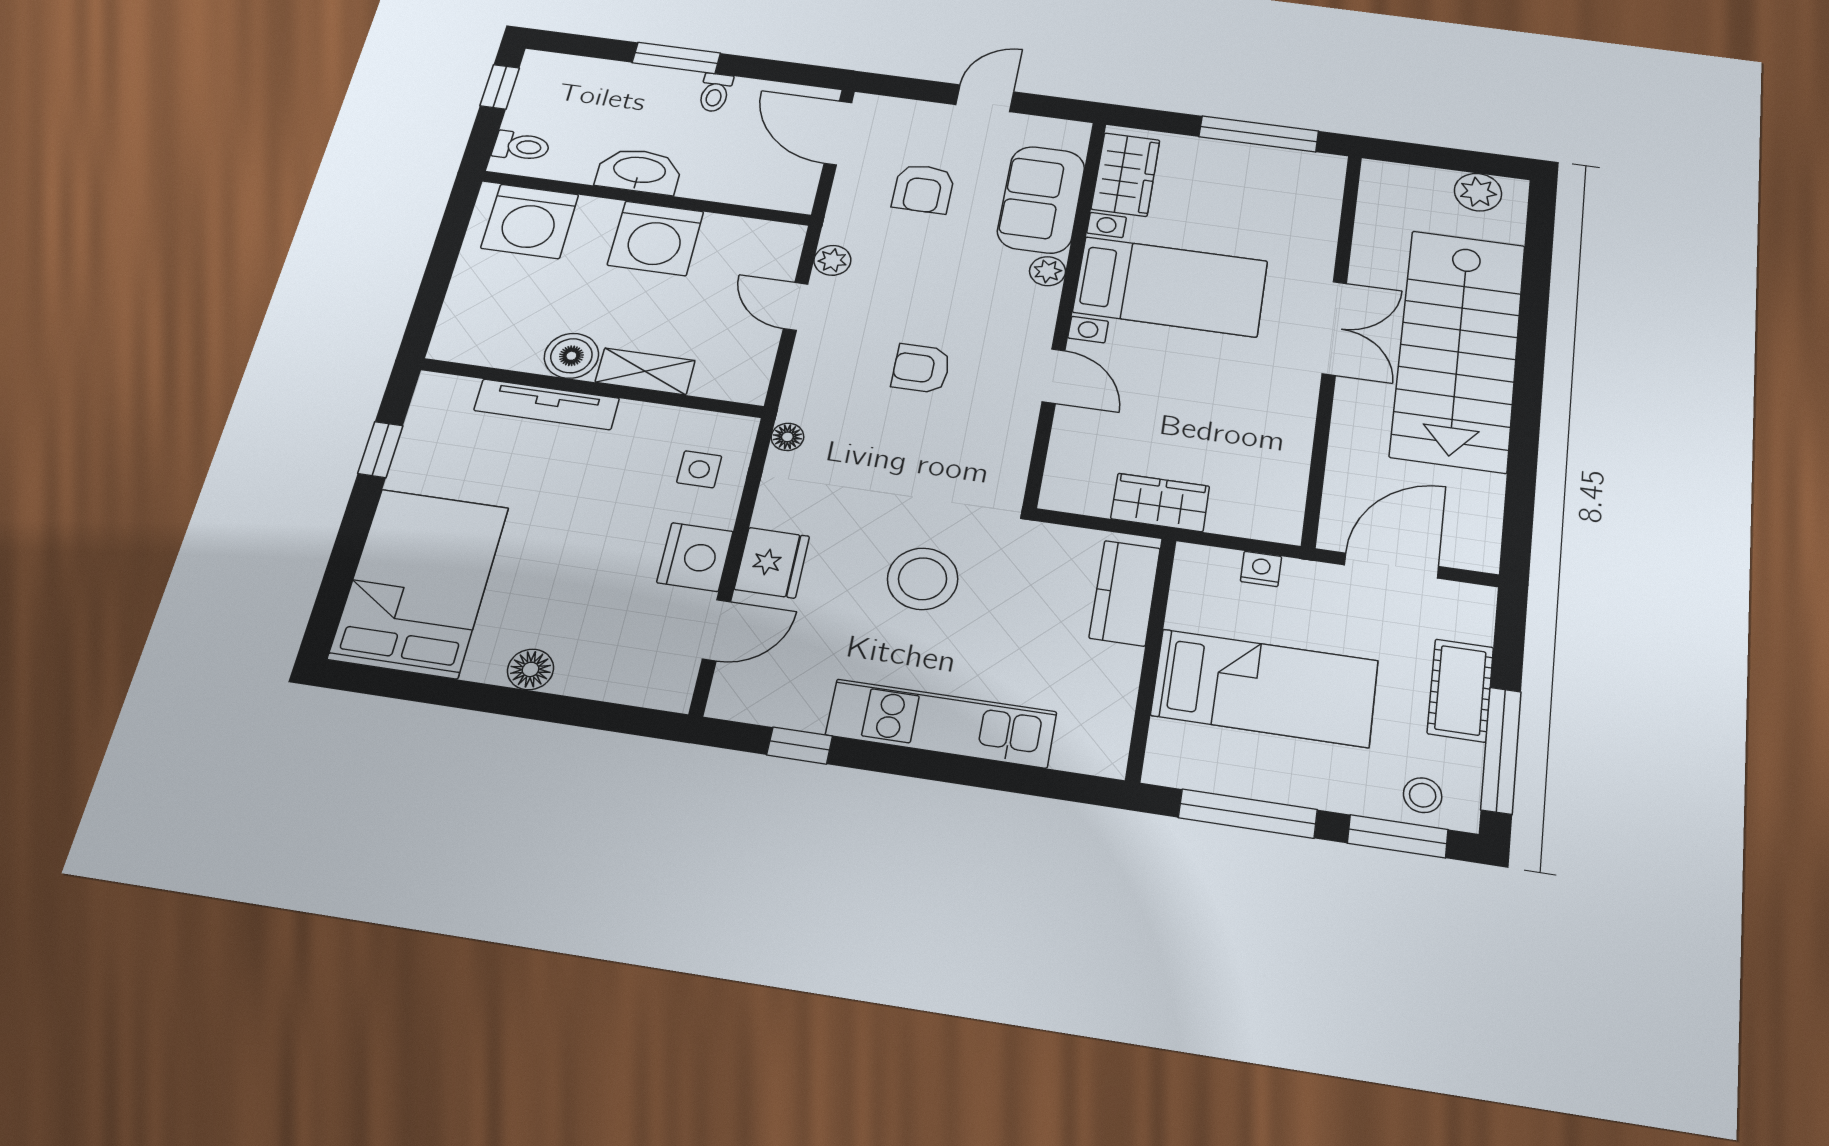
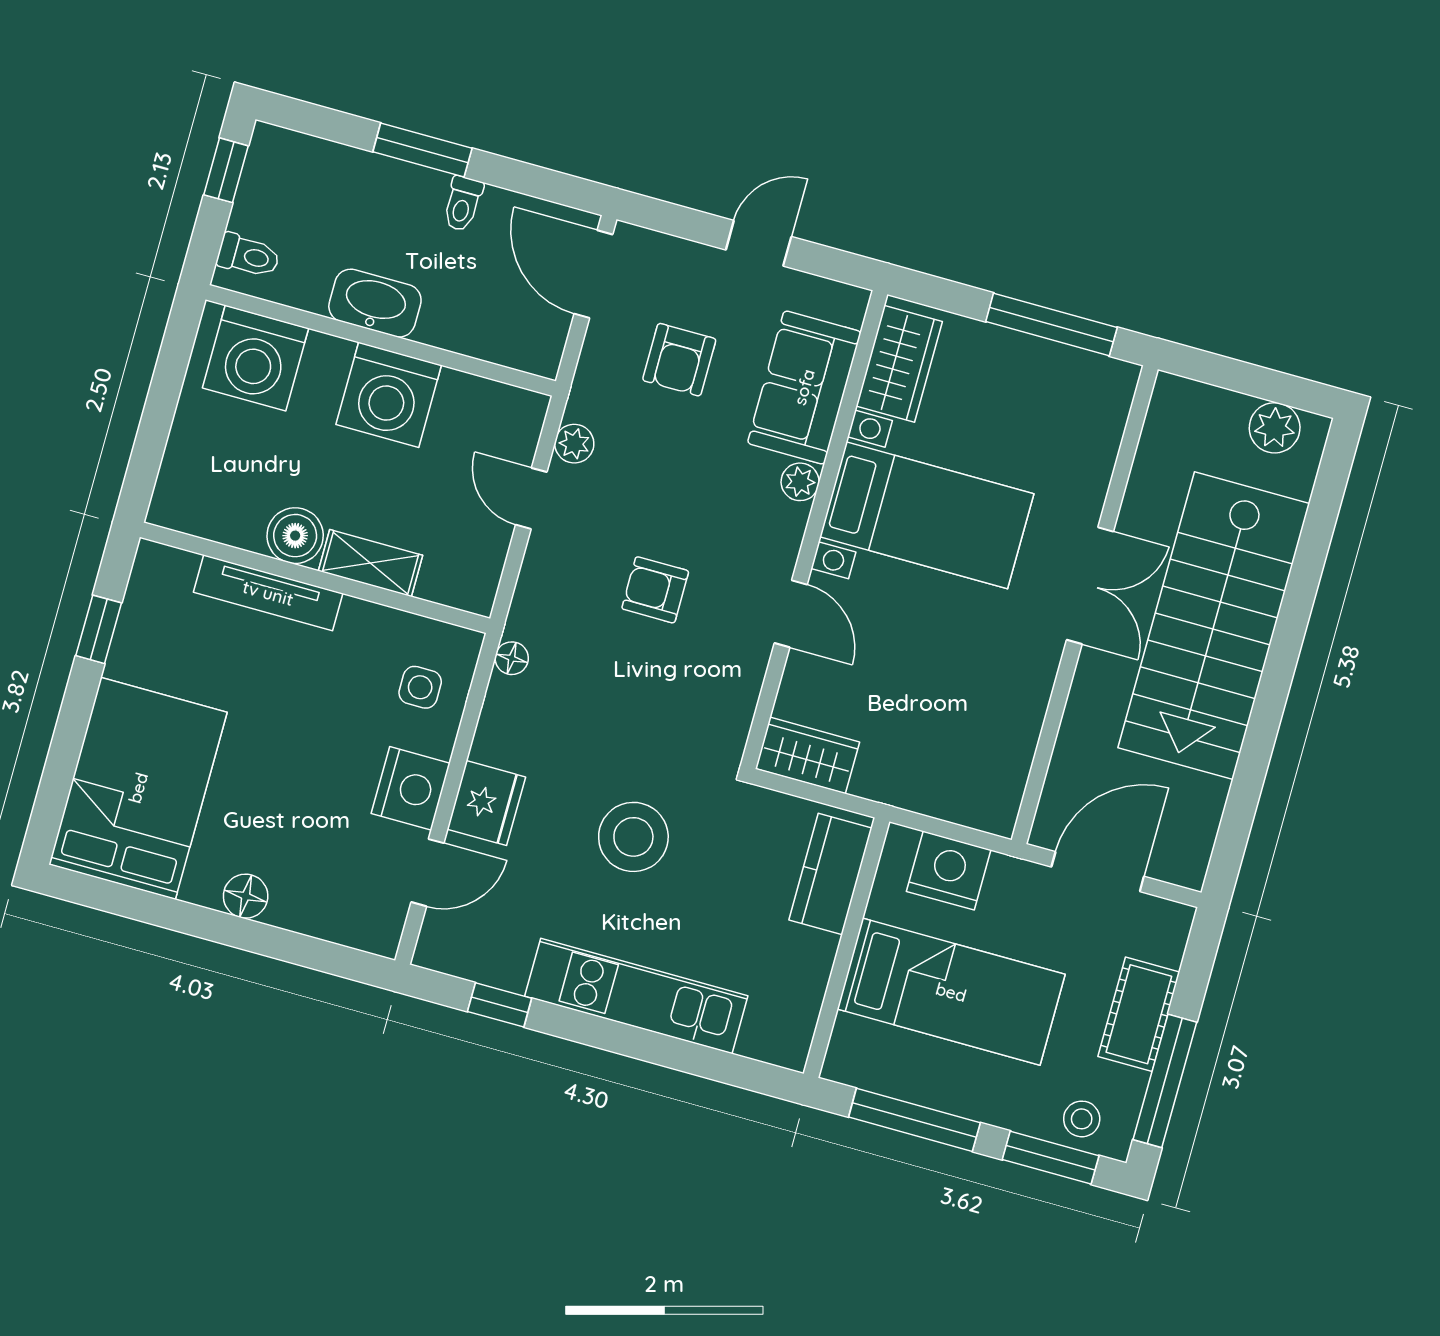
wardrobe: (1160, 502) -> (807, 755), moved
nightstand: (1261, 569) -> (949, 871), width x1.89, depth x1.79

